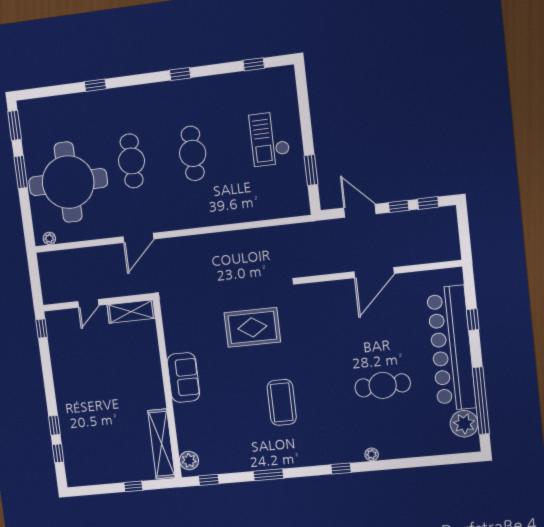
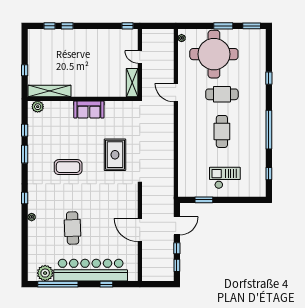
window: (180, 74) -> (269, 130), width x3.17
cafe table: (193, 153) -> (222, 131), turned 90
window: (209, 480) -> (25, 130), moved

